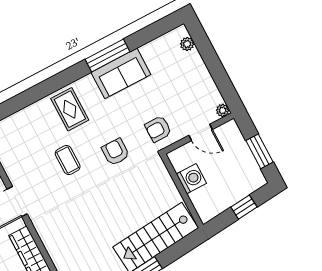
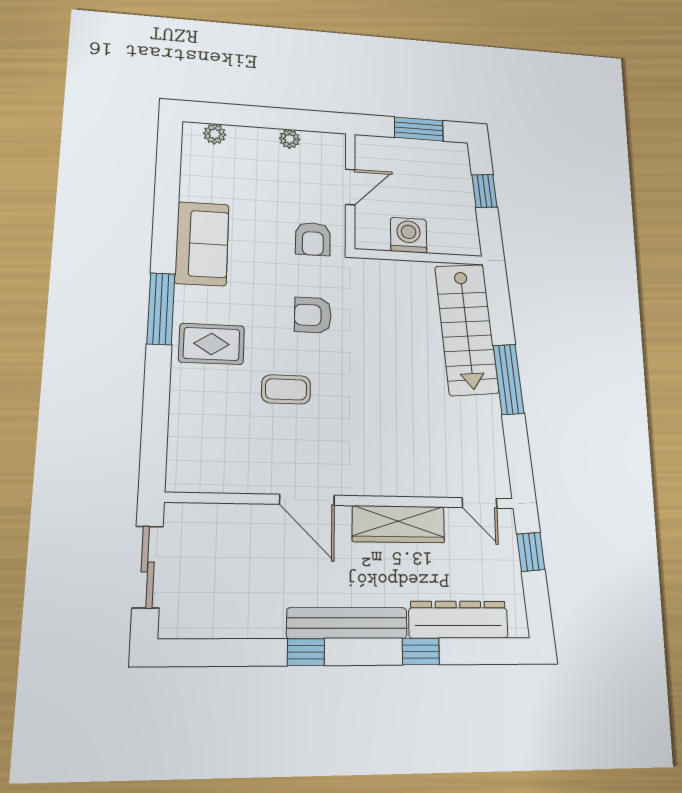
window: (108, 55) -> (161, 309), moved
plant: (223, 110) -> (290, 139), moved

